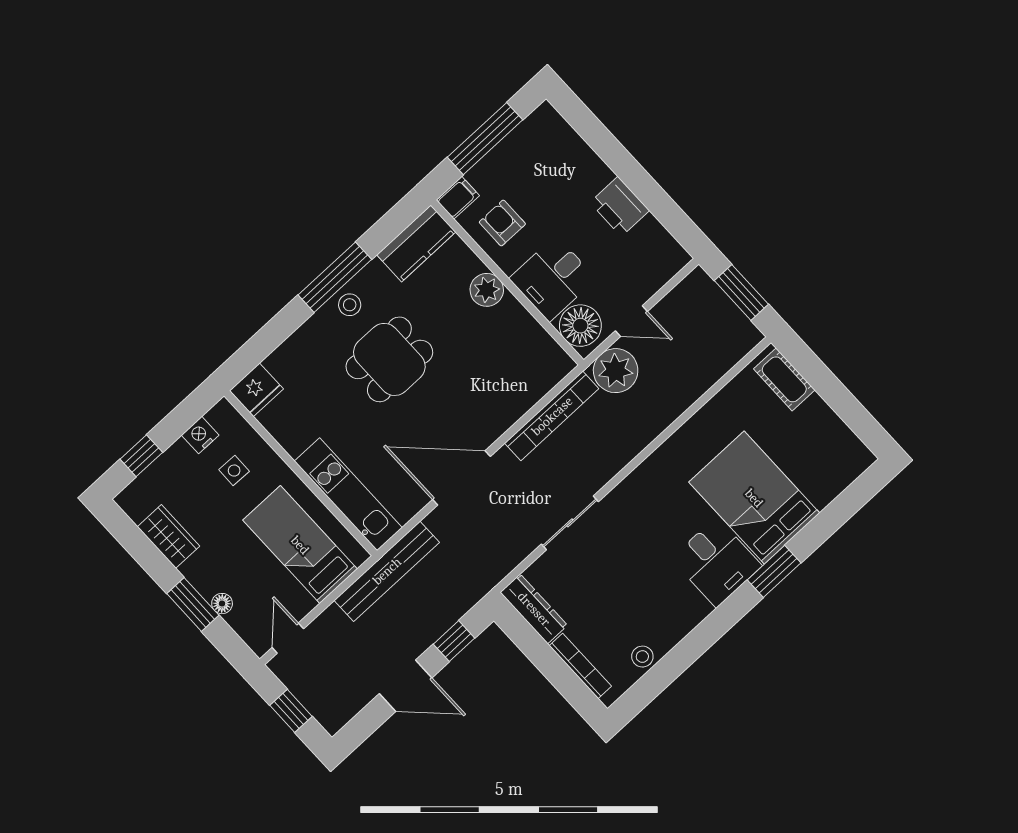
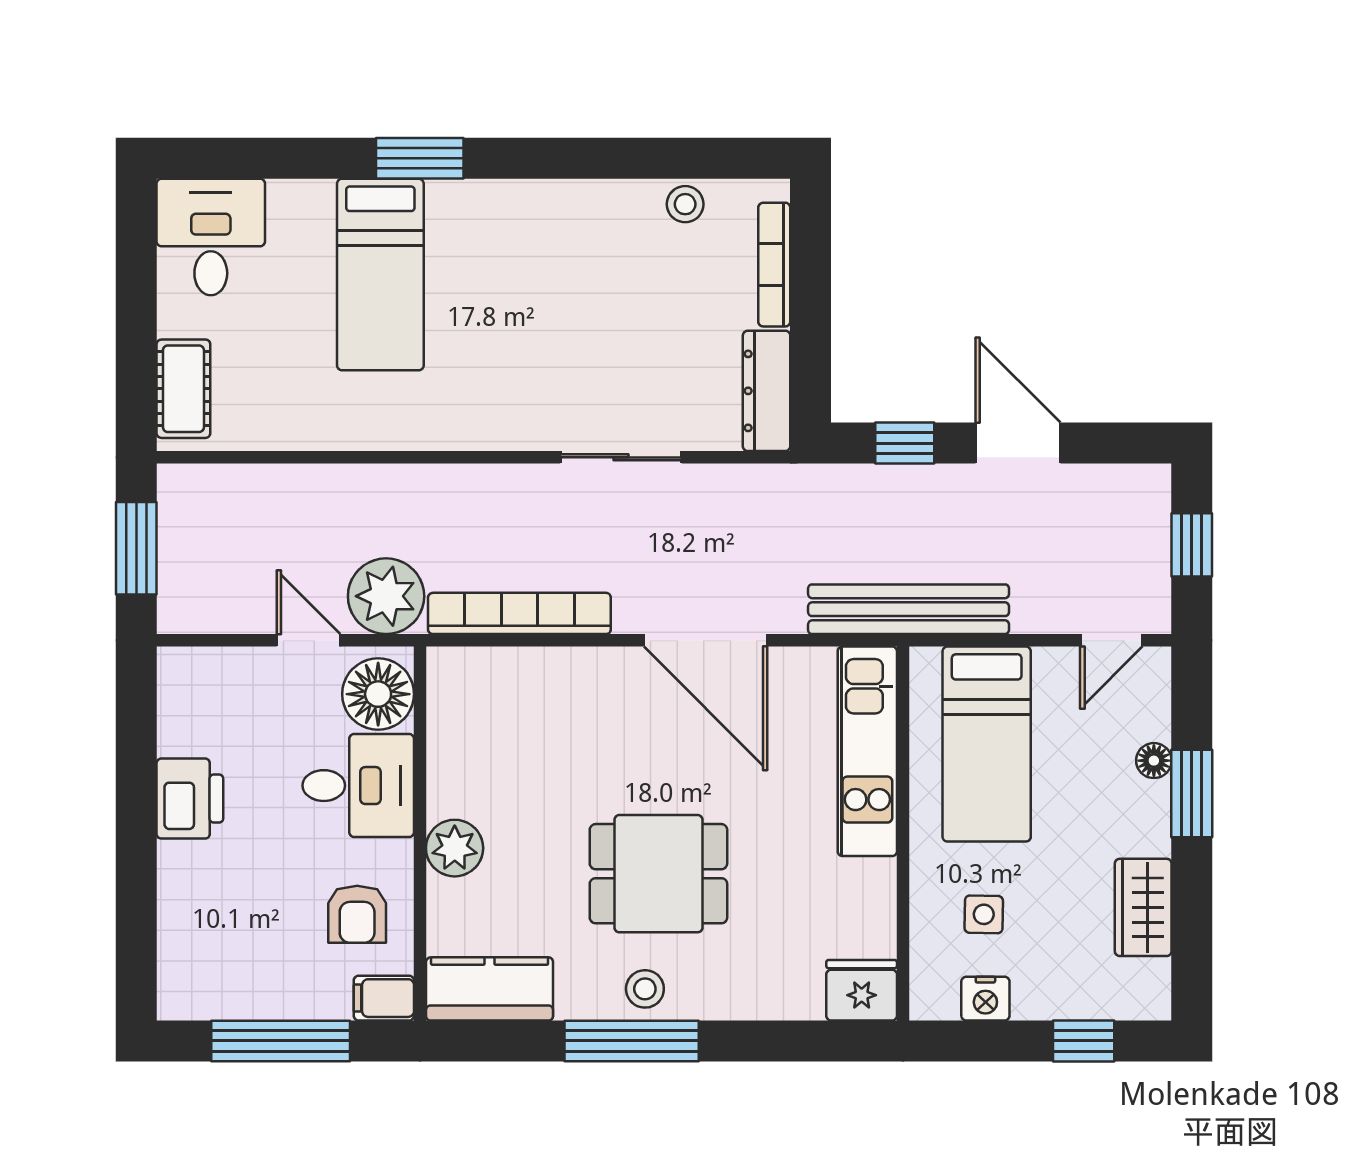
bed: (754, 498) -> (380, 275), width x0.67
desk: (716, 562) -> (211, 237), moved

